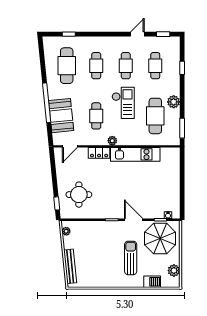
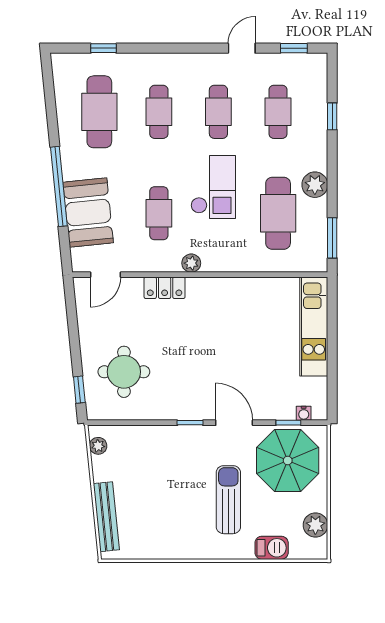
kitchen unit: (135, 154) -> (314, 327), moved, turned 90

